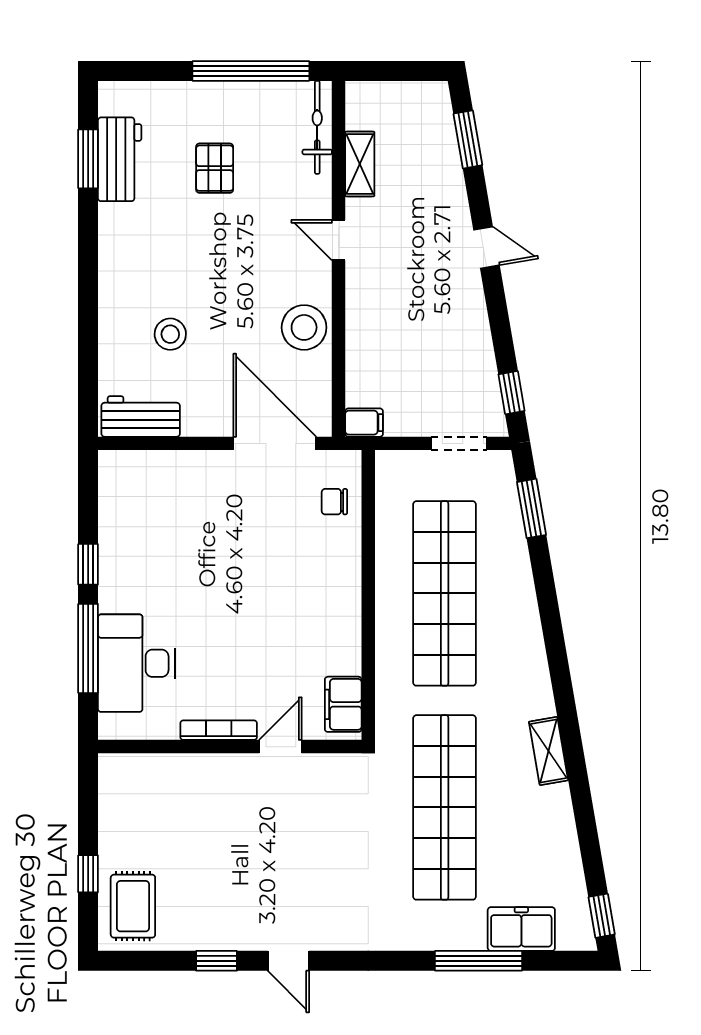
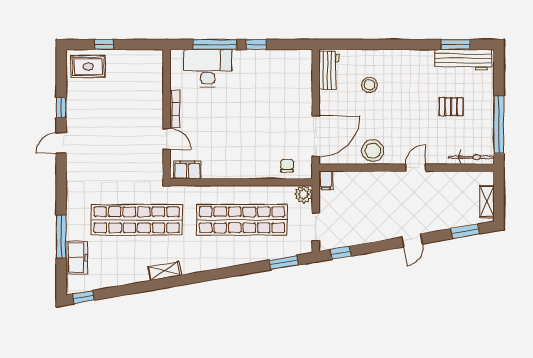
workbench: (120, 159) -> (463, 60), width x1.38
shelving: (360, 164) -> (487, 201), moved, turned 90
plant: (393, 468) -> (304, 194), added

